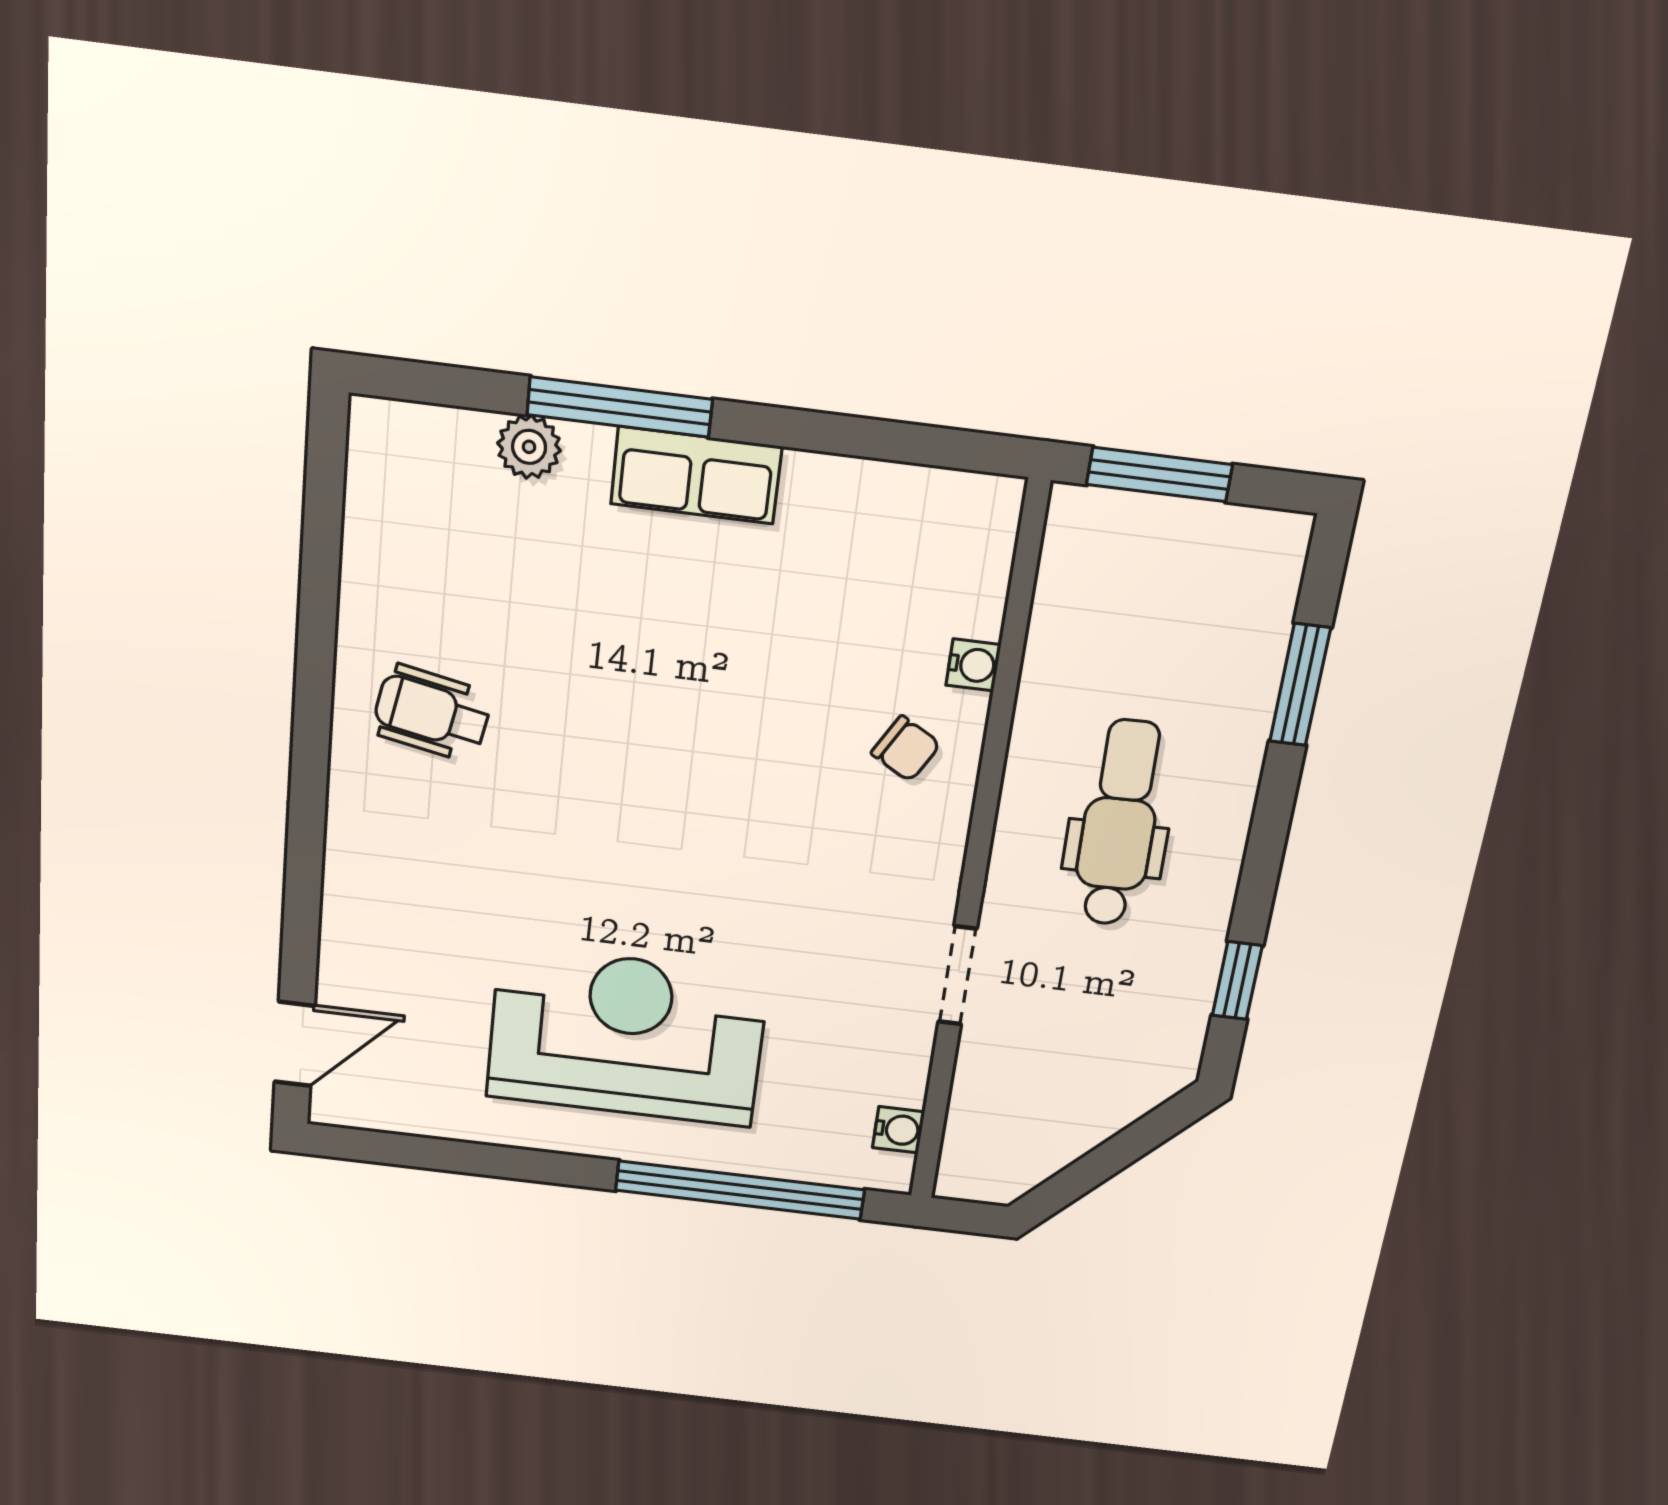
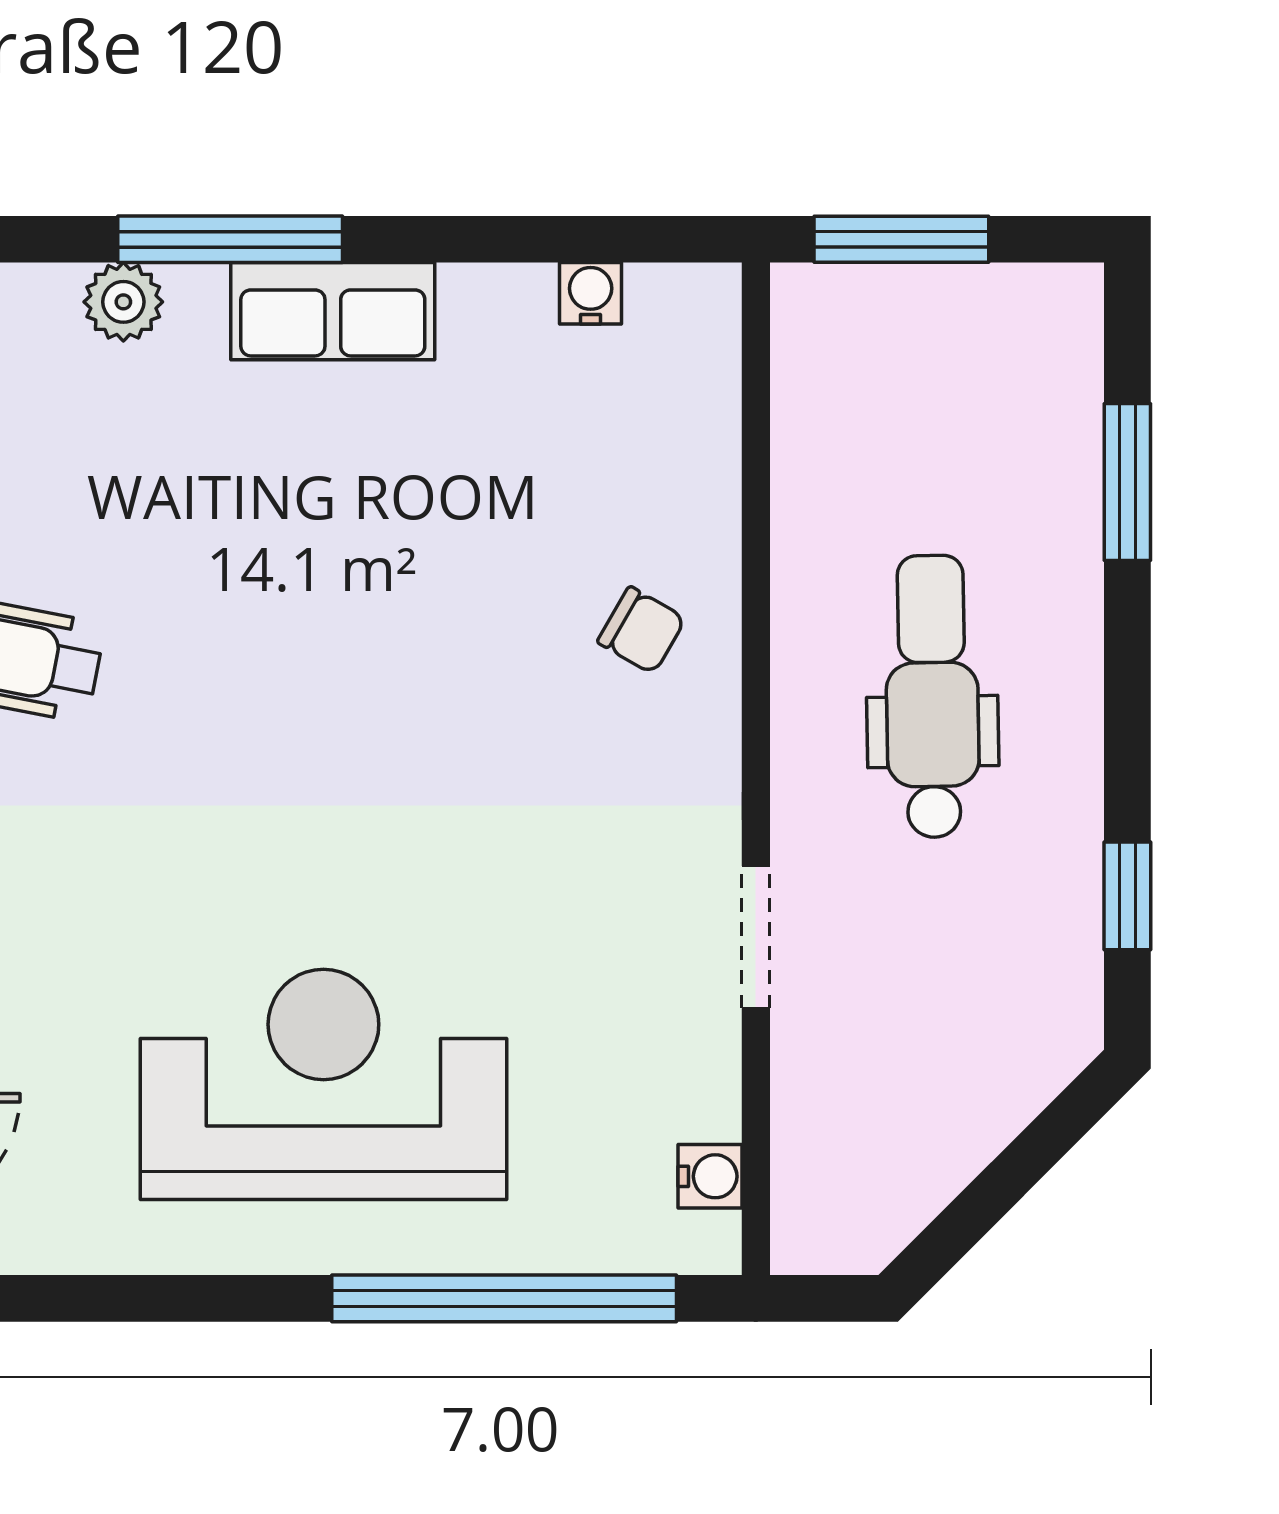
water cooler: (973, 665) -> (591, 293), moved, turned -90

